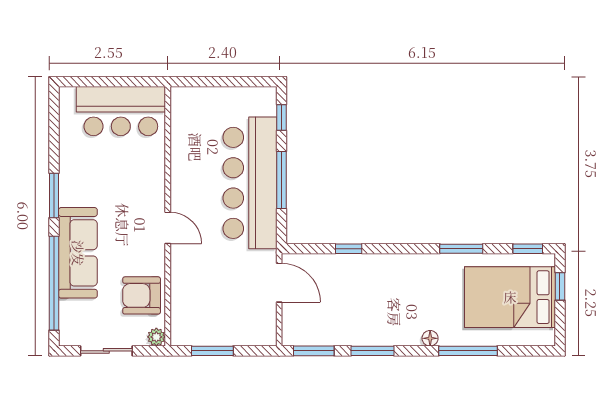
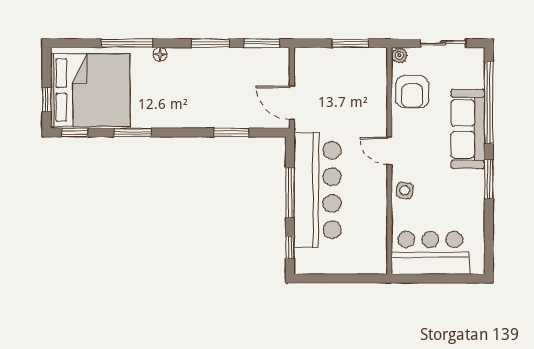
side table: (150, 183) -> (405, 190), added
window: (349, 249) -> (231, 132), width x1.50
armchair: (142, 295) -> (412, 92), turned 90
bed: (510, 297) -> (90, 90), width x1.36

